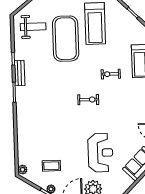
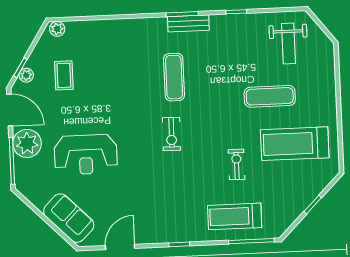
exercise mat: (66, 39) -> (270, 96), width x0.50, depth x0.69
bench: (20, 73) -> (188, 23), moved
exercise bike: (111, 74) -> (237, 164), moved
exercise mat: (53, 98) -> (174, 77), added

